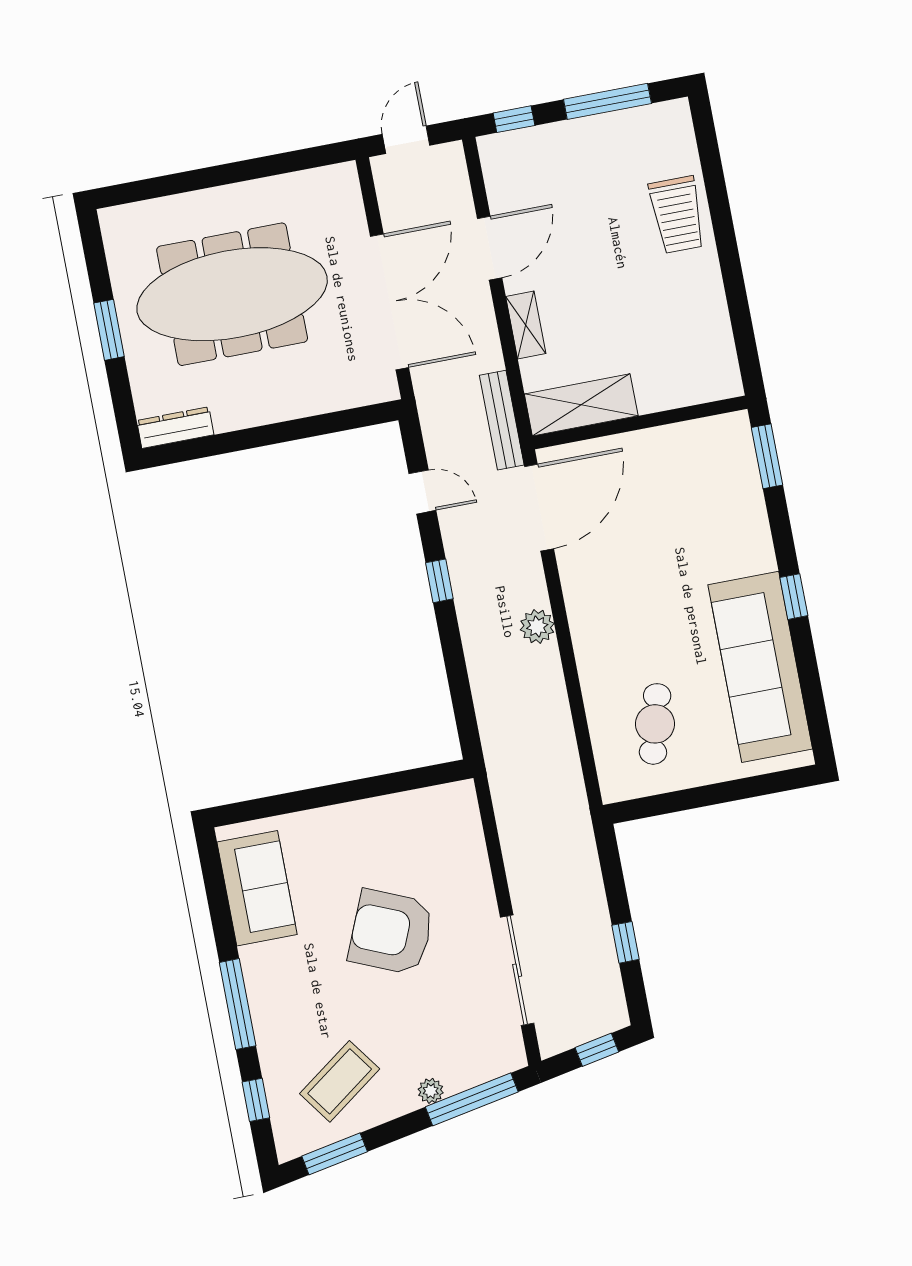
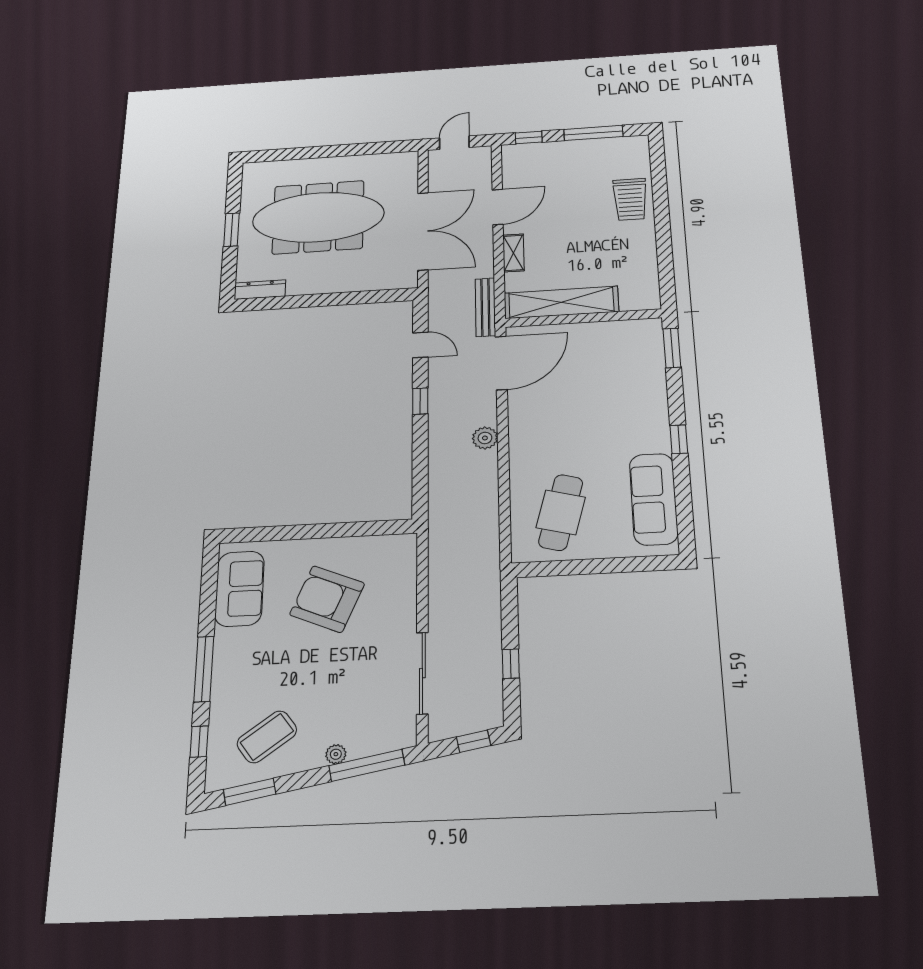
shelving: (581, 405) -> (561, 302), width x1.47
sofa: (760, 667) -> (654, 499), width x0.74, depth x0.79
cafe table: (655, 724) -> (561, 512), width x1.37, depth x1.35
armchair: (391, 932) -> (327, 599), moved

